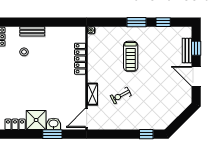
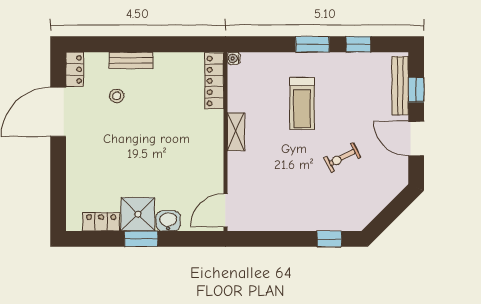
bench: (187, 51) -> (400, 86), width x1.36
locker: (80, 59) -> (214, 81), moved
shelving: (93, 94) -> (236, 132), moved
exercise bike: (121, 95) -> (342, 158), moved
window: (52, 134) -> (141, 239), moved

